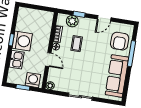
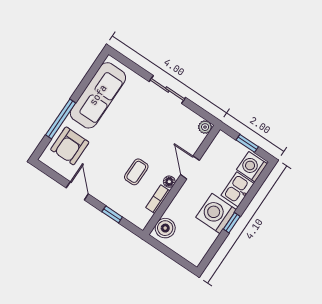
door: (104, 18) -> (77, 191), hinge flipped
boiler: (47, 20) -> (165, 228), added
plant: (72, 21) -> (127, 209), removed
armchair: (120, 41) -> (70, 146), turned 180
washing machine: (33, 80) -> (252, 167), moved, turned 90

